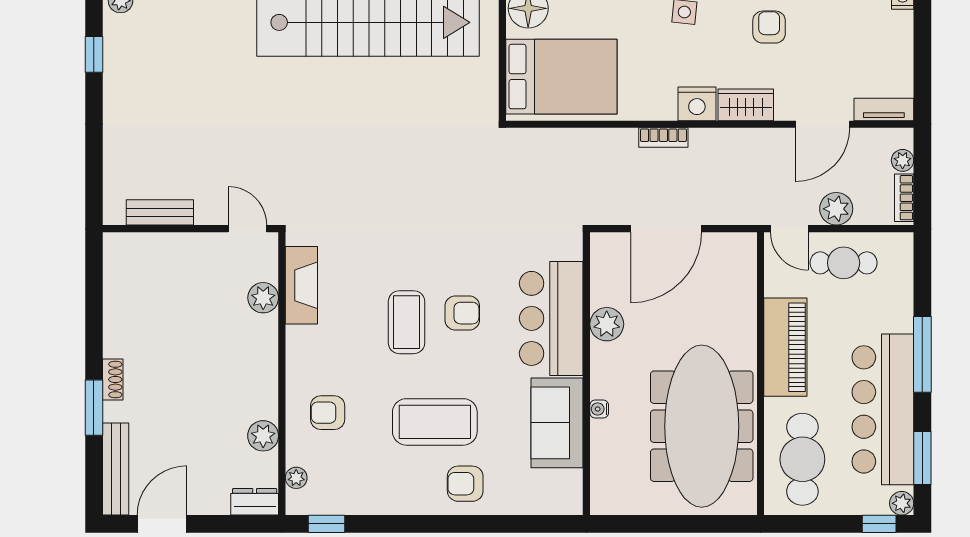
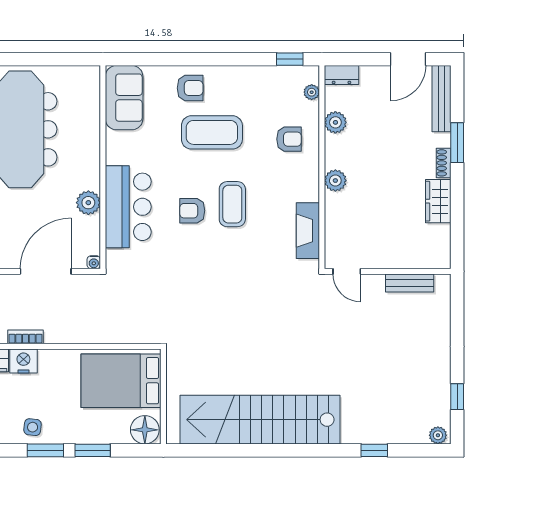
bookcase: (663, 138) -> (25, 337), moved
plant: (263, 298) -> (335, 181), moved
wardrobe: (120, 326) -> (438, 201), added
water cooler: (599, 409) -> (94, 262), moved, turned 90
sofa: (557, 423) -> (124, 98), moved

